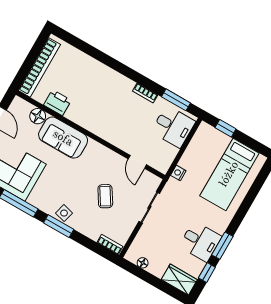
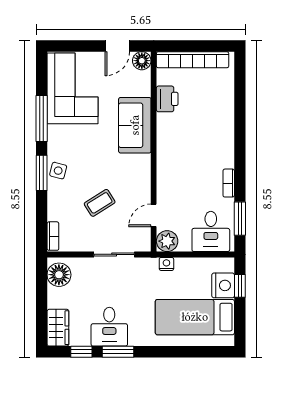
floor lamp: (38, 116) -> (142, 61), moved
nightstand: (218, 140) -> (223, 285), added
plant: (162, 163) -> (167, 241), added
floor lamp: (143, 263) -> (59, 275), width x1.89, depth x1.89

